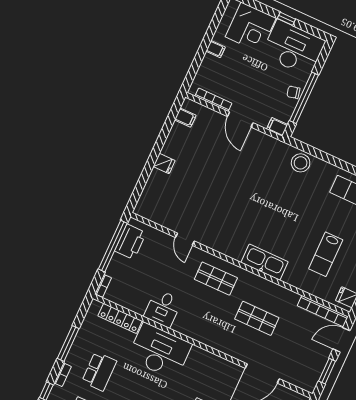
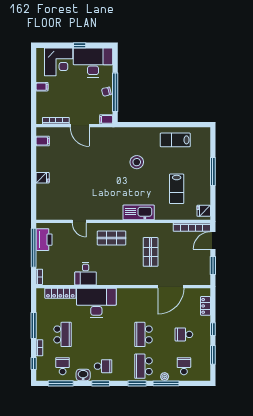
stool: (301, 163) -> (137, 162), moved
shop shelf: (257, 318) -> (151, 252), turned 90

